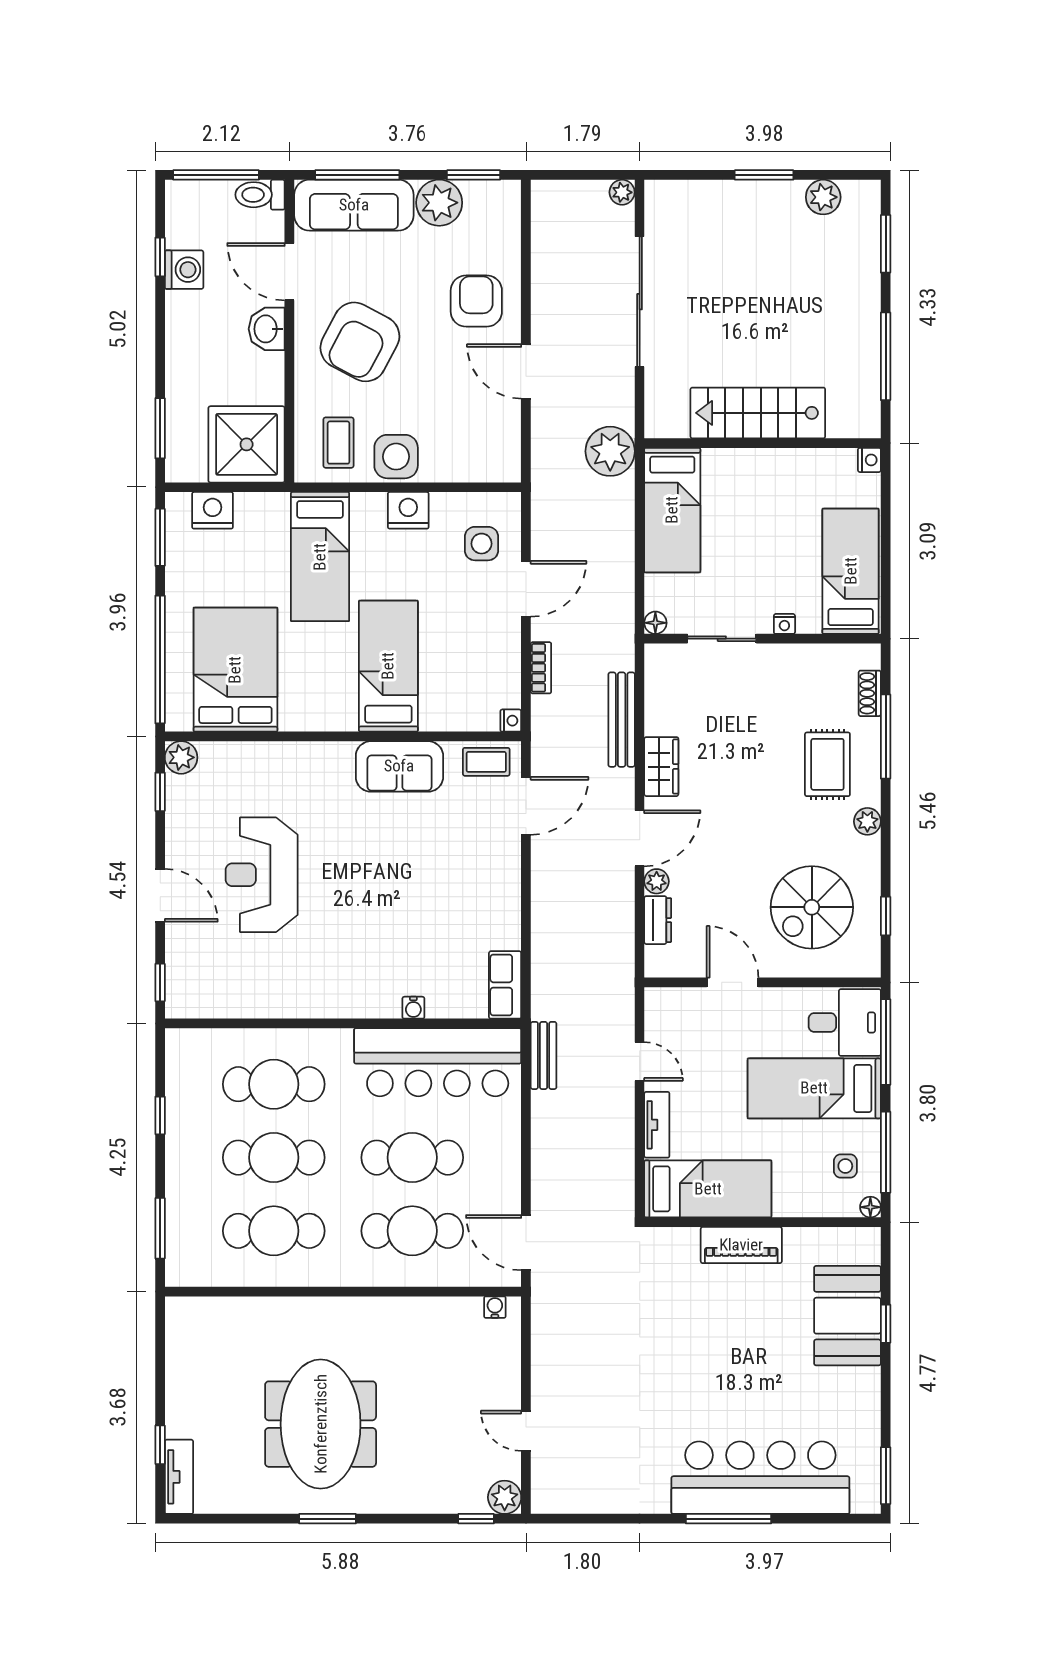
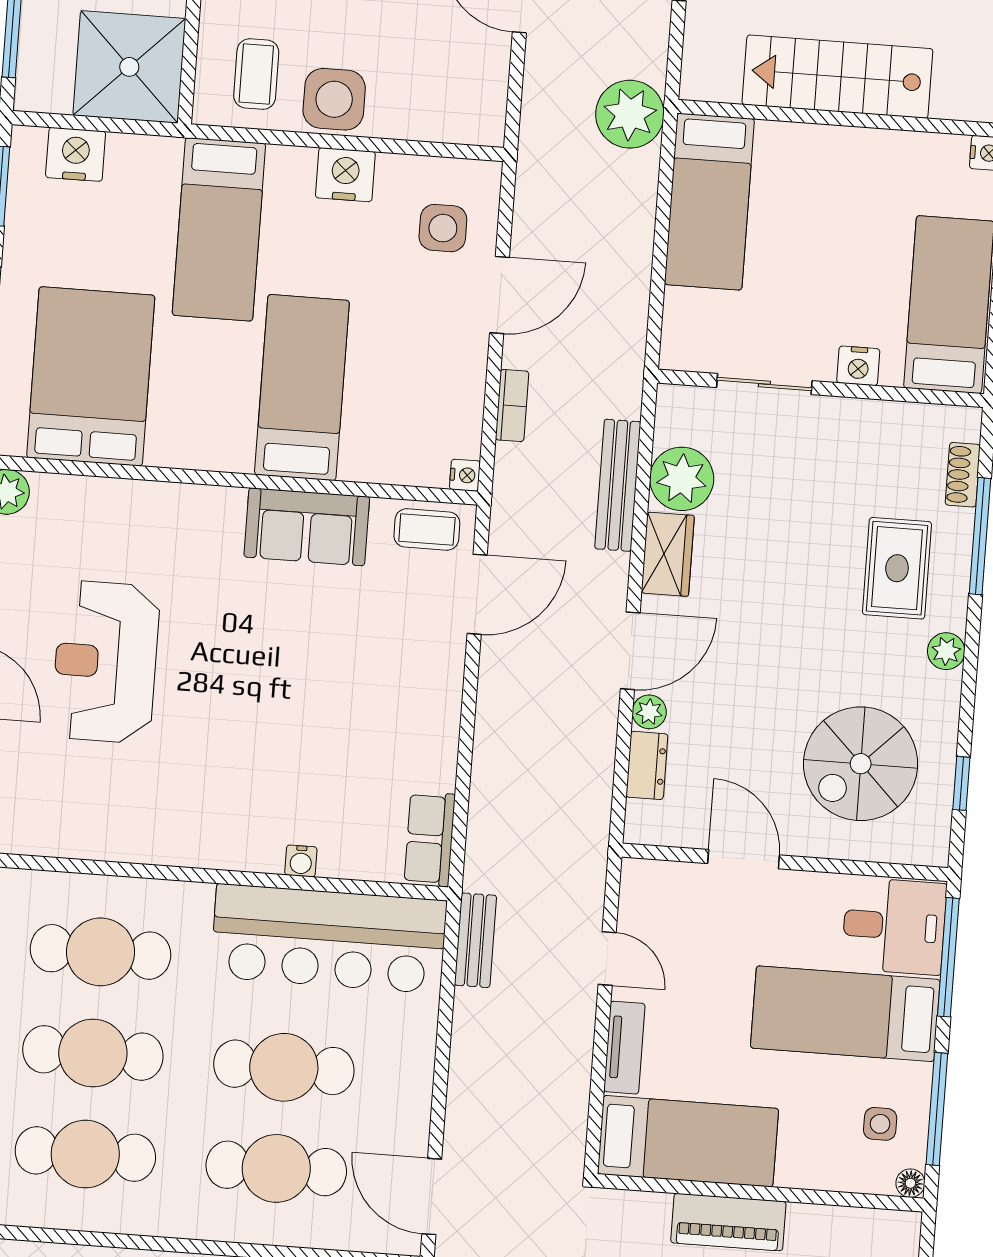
floor lamp: (655, 623) -> (675, 355), removed
nightstand: (784, 624) -> (858, 366), width x1.39, depth x1.35
plant: (667, 712) -> (682, 479), added

